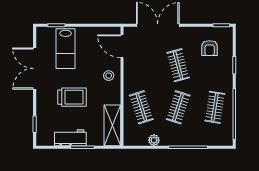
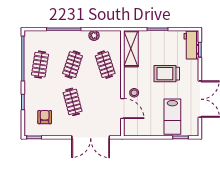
door: (122, 46) -> (122, 109), moved
lab bench: (66, 49) -> (172, 117), turned 180
workbench: (70, 138) -> (191, 45), moved, turned 90

